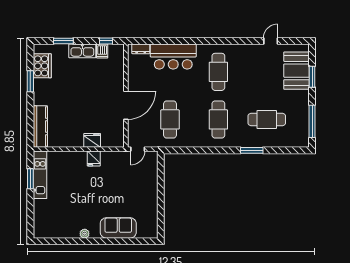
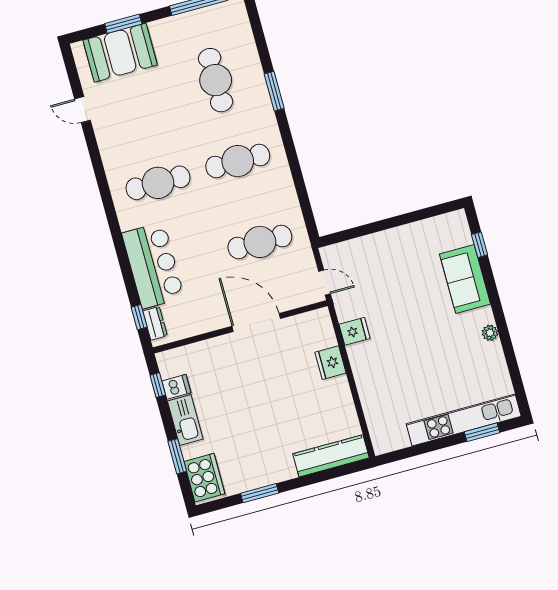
window: (147, 41) -> (139, 317), added
cooker: (42, 66) -> (204, 478), moved, turned 90
fridge: (94, 159) -> (355, 331), moved
kitchen unit: (40, 175) -> (464, 420), moved, width x1.36
window: (30, 179) -> (482, 432), moved
window: (135, 241) -> (479, 245), added

